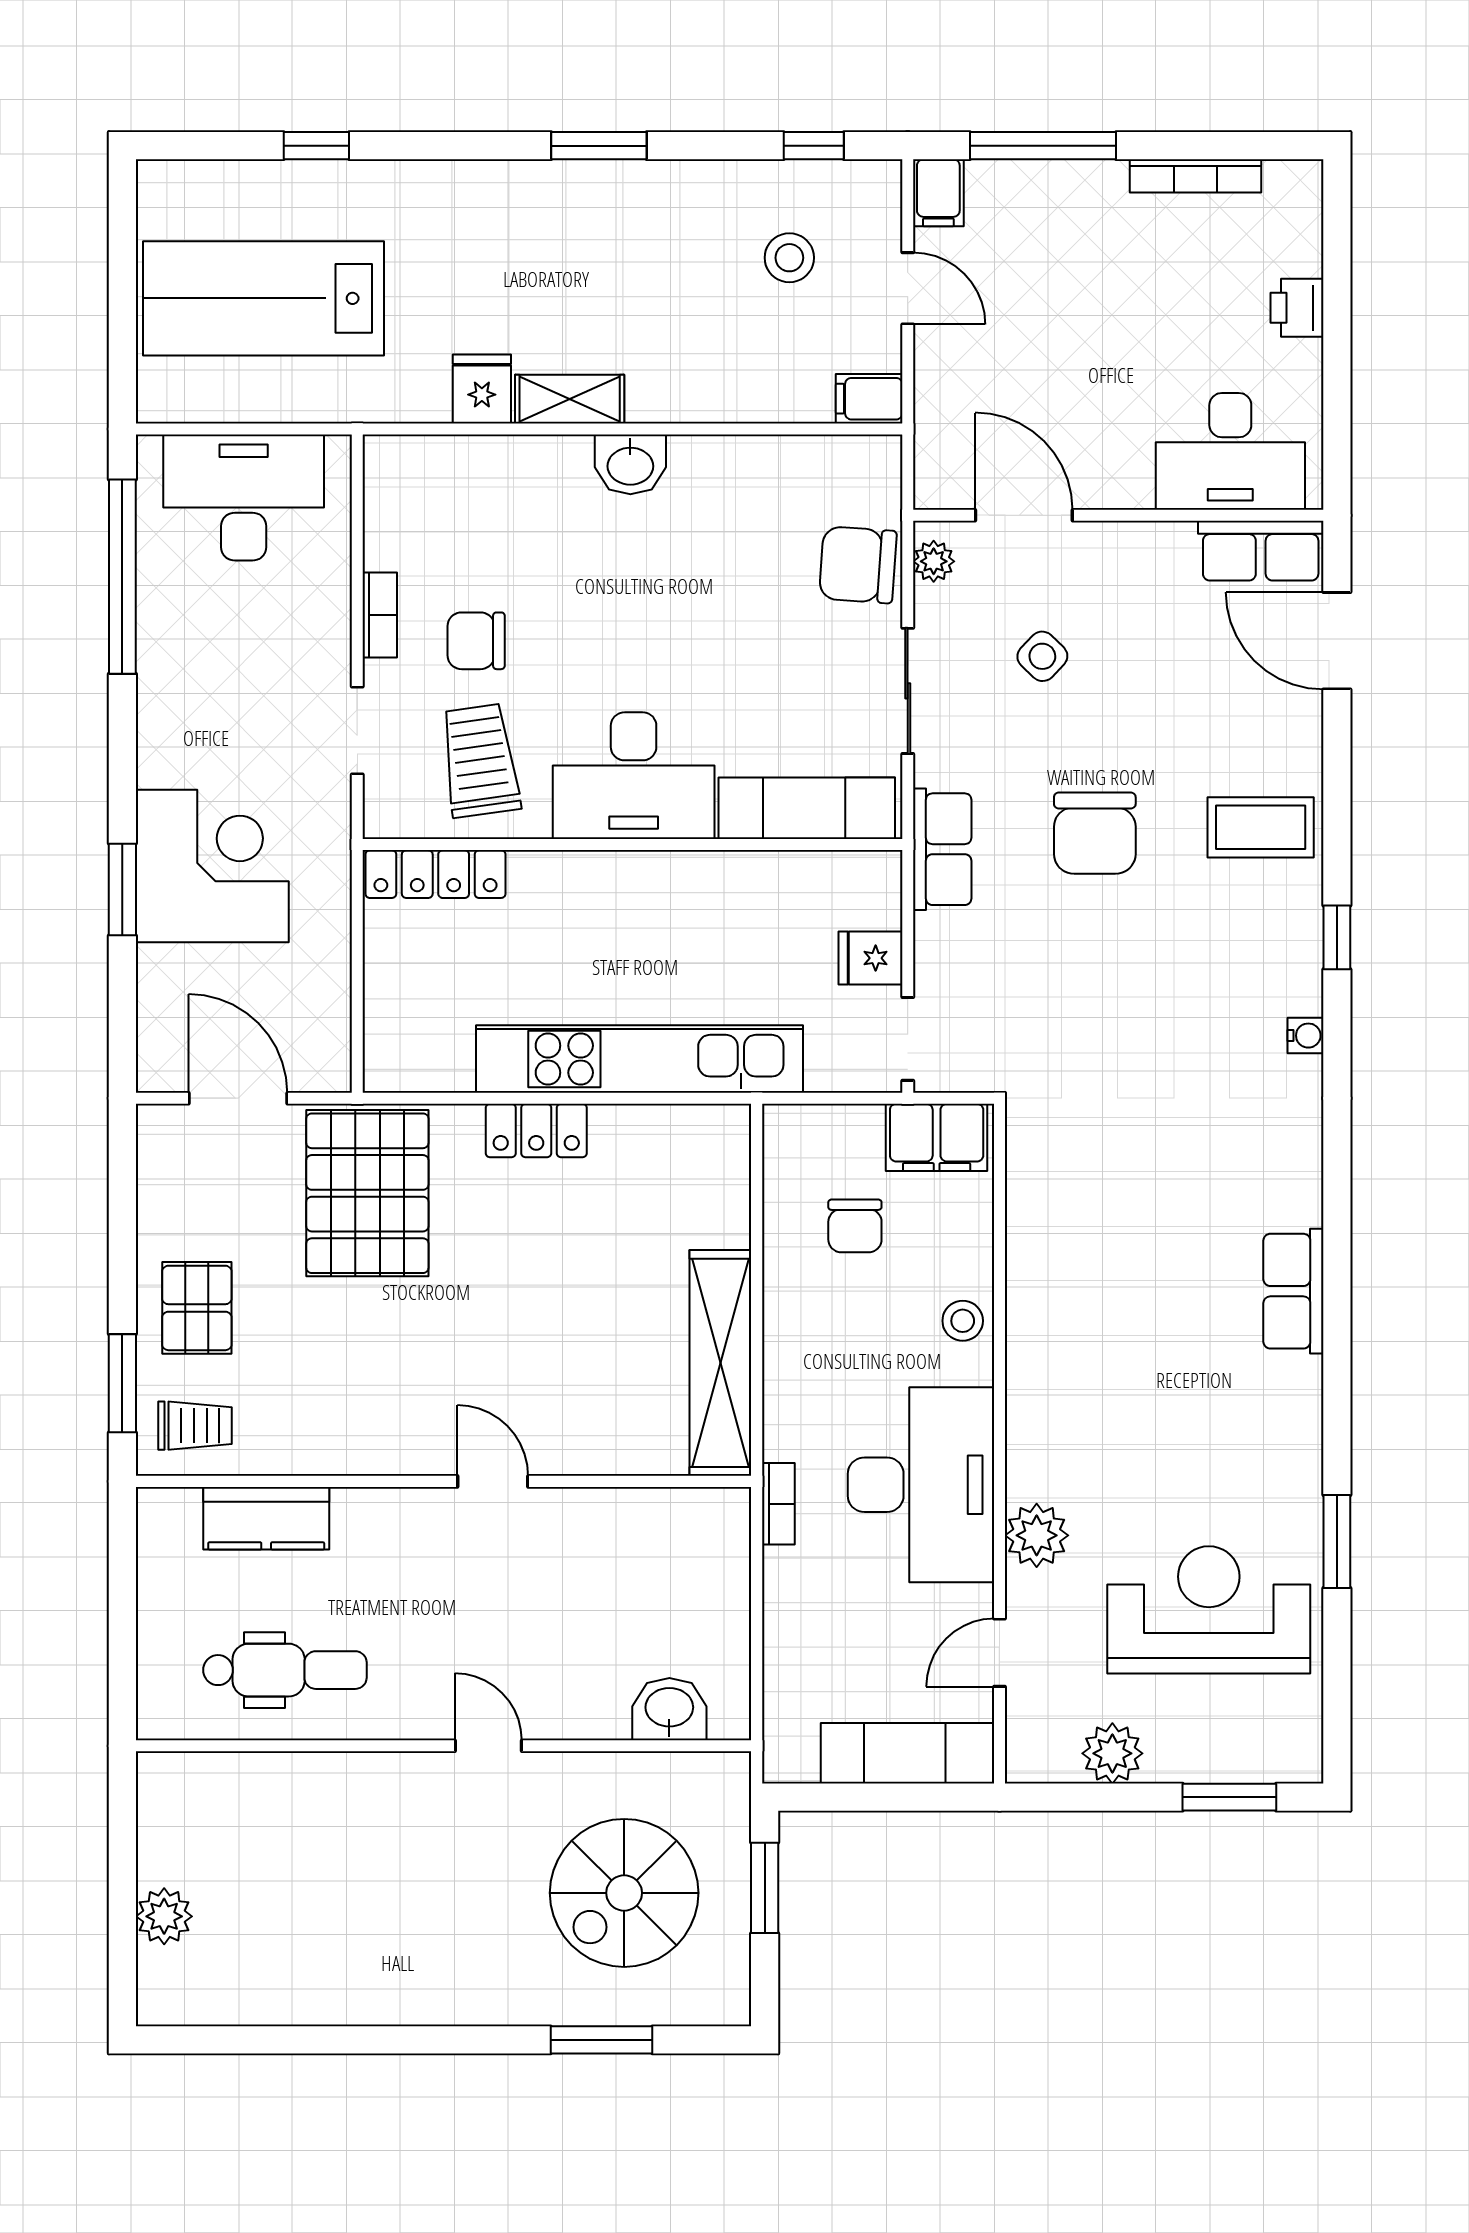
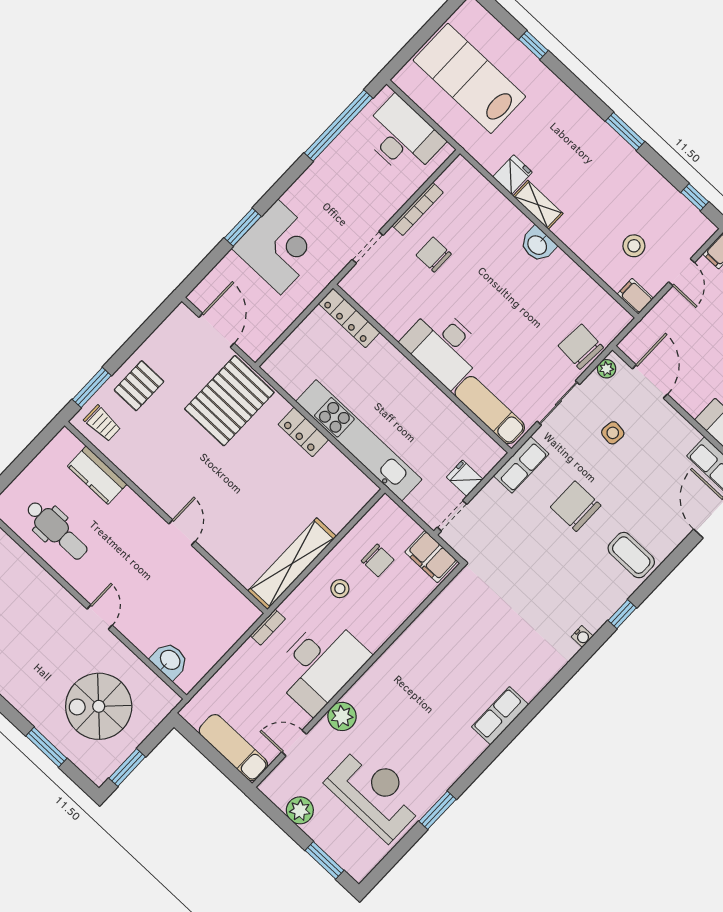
stool: (789, 258) -> (634, 246), moved
bookcase: (380, 615) -> (418, 209), width x1.56
side table: (1042, 656) -> (613, 433), turned -37
trolley: (480, 761) -> (398, 295), removed
chair: (1095, 833) -> (576, 506), turned 90
chair: (855, 1226) -> (378, 560), turned -90
stool: (963, 1321) -> (340, 589), moved
window: (765, 1888) -> (127, 767), moved

